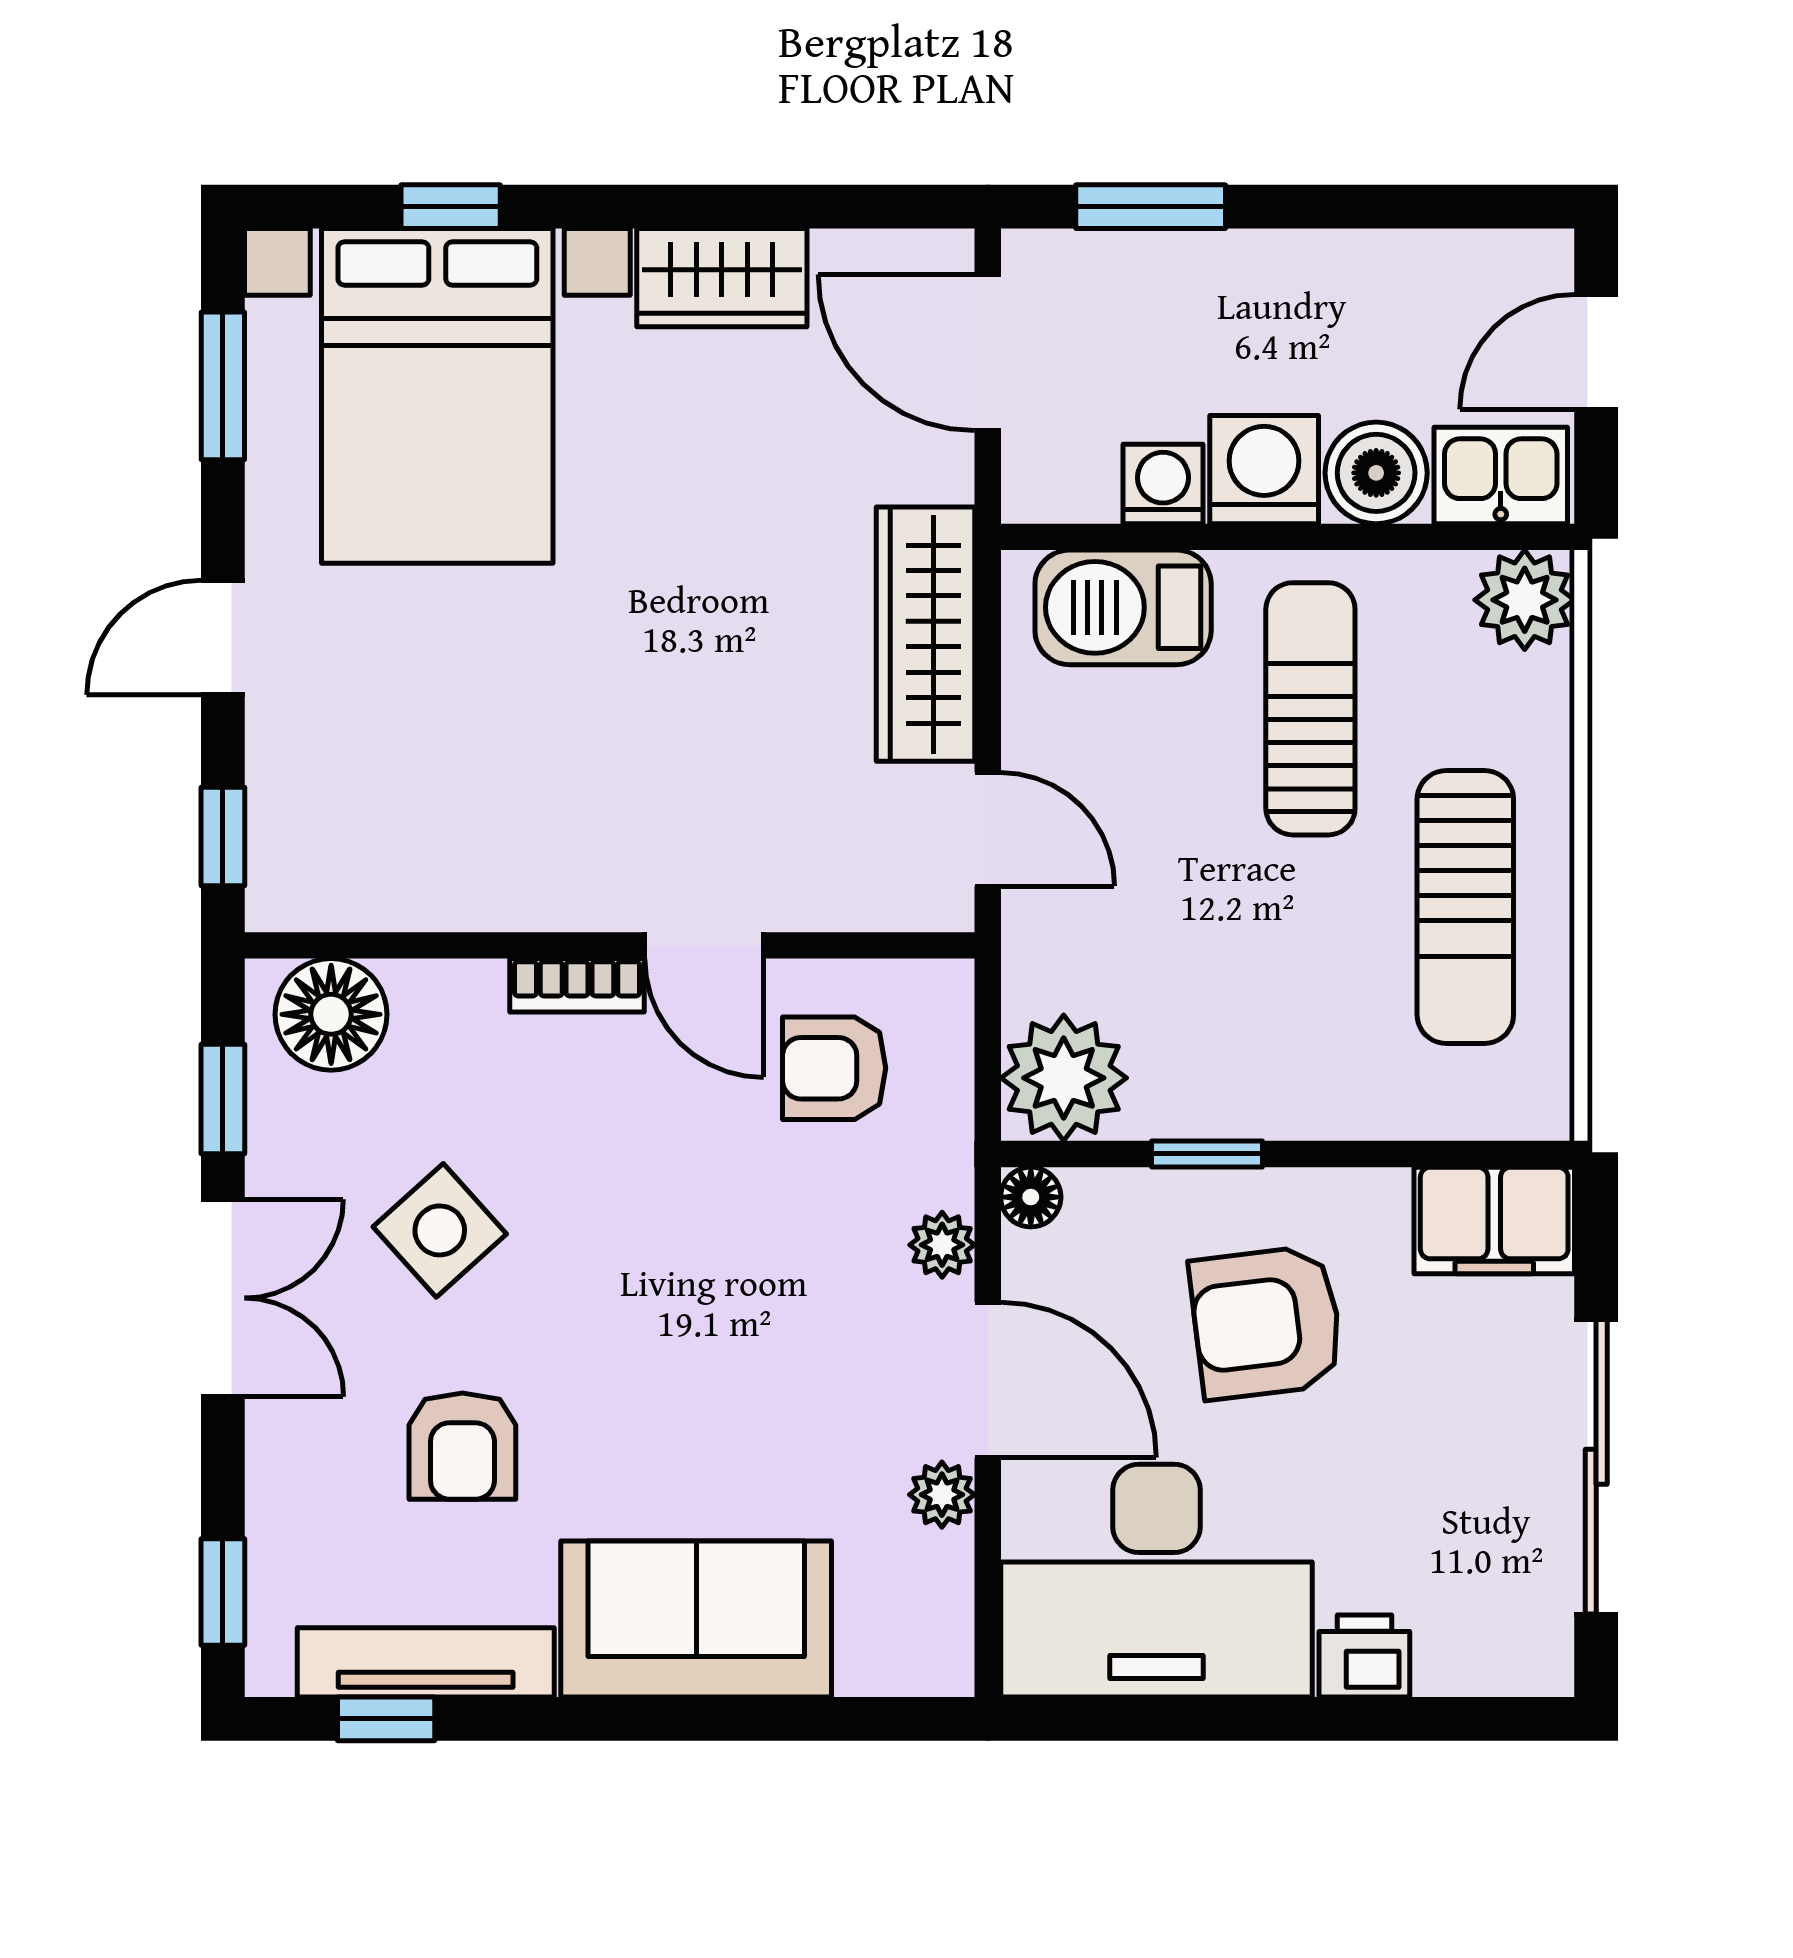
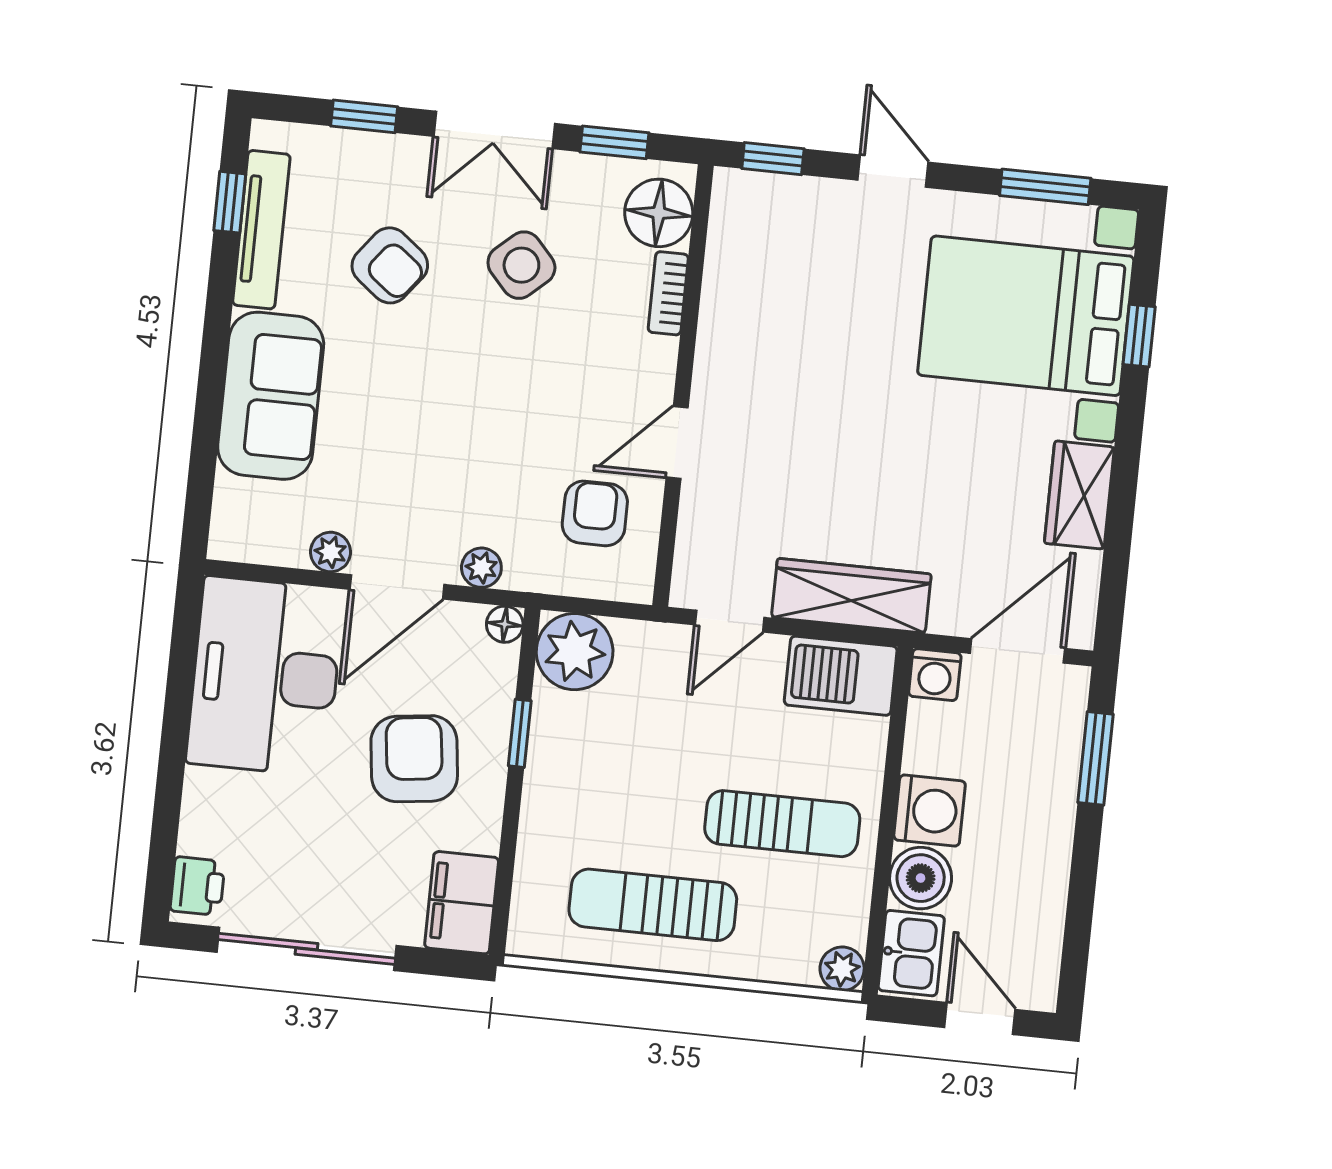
washing machine: (1163, 484) -> (935, 675), moved, turned 90
plant: (1525, 600) -> (842, 969), width x0.73, depth x0.73
barbecue: (1123, 607) -> (841, 676), moved, turned -90
bookcase: (577, 985) -> (668, 293), moved
armchair: (462, 1446) -> (390, 265), turned -142
window: (223, 1592) -> (364, 116), moved
printer: (1364, 1656) -> (197, 886), moved

